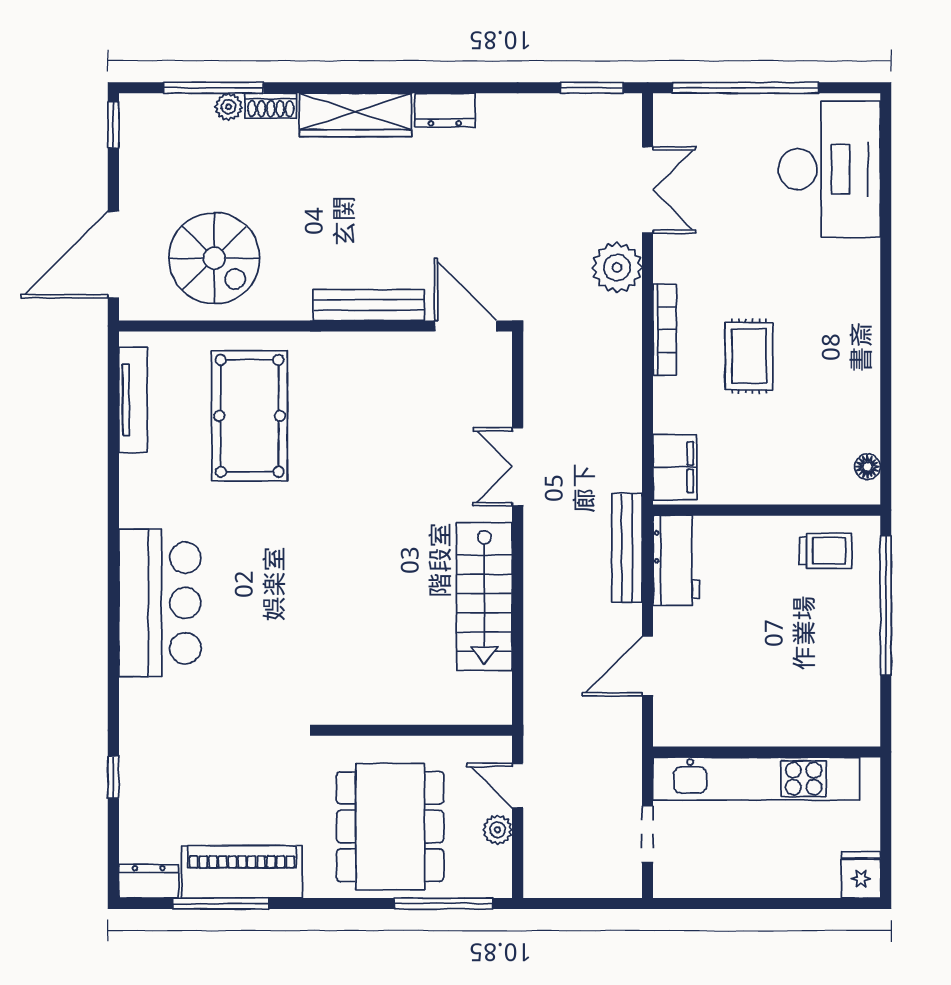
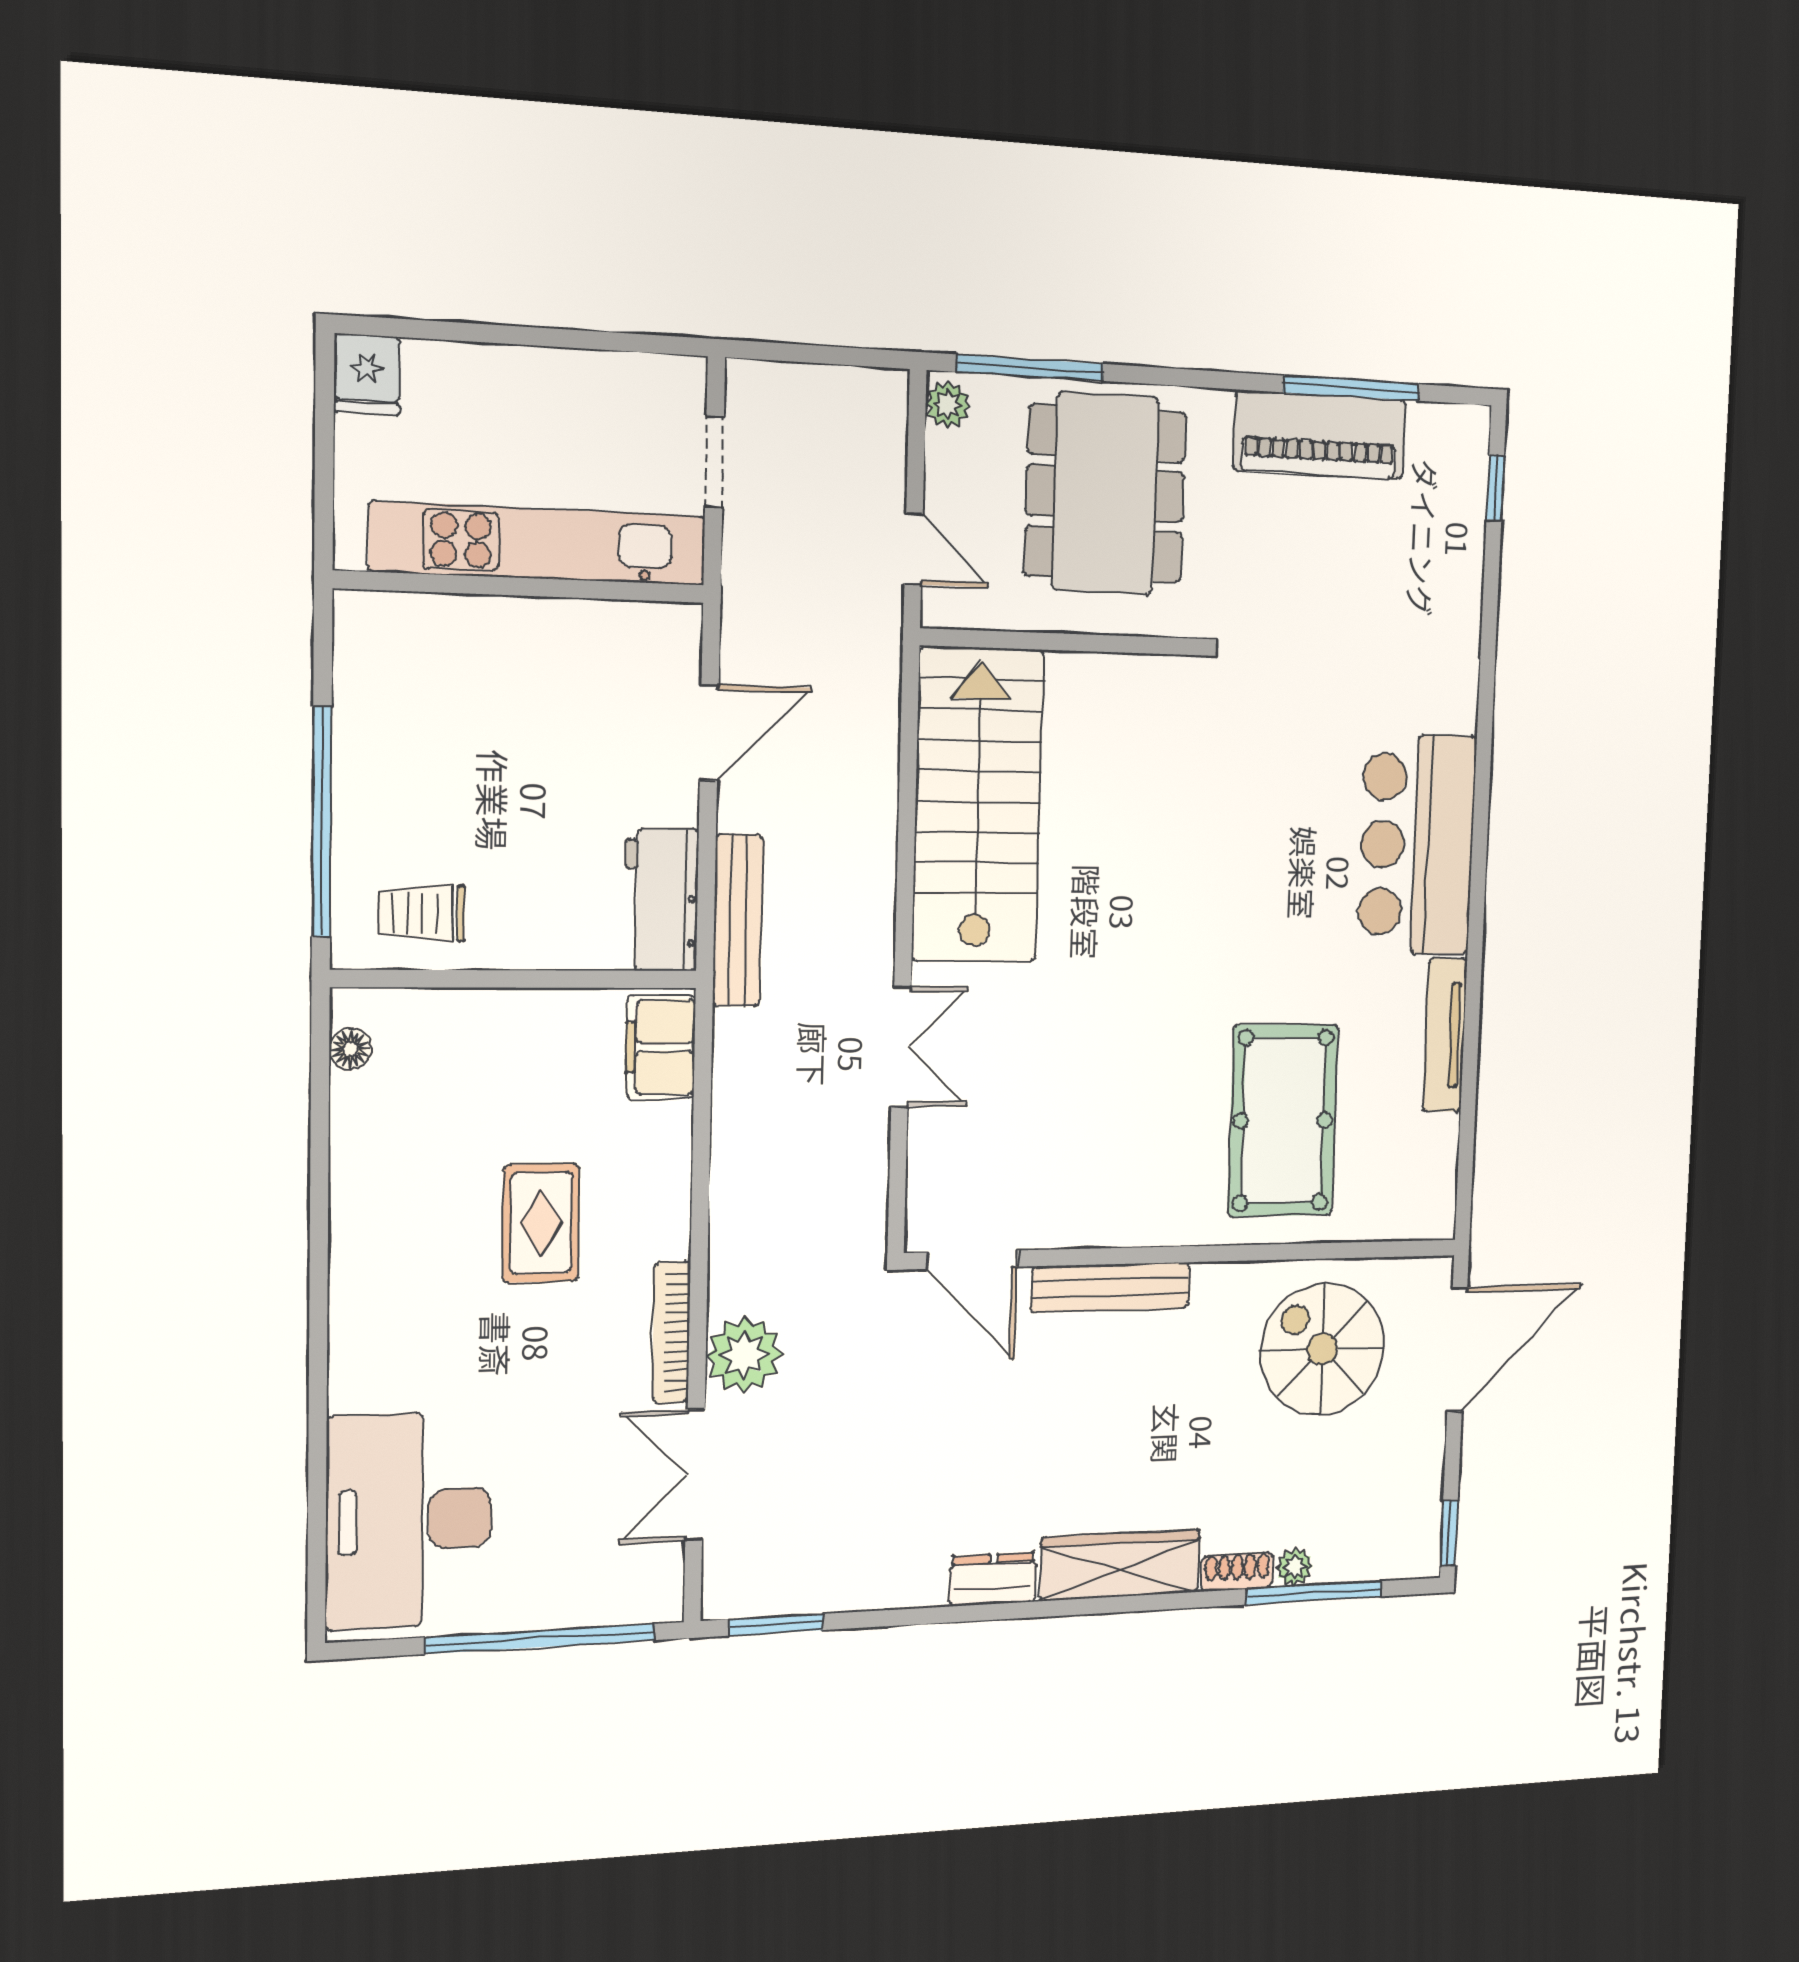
bookcase: (665, 330) -> (671, 1332), moved
tv unit: (133, 400) -> (1445, 1035), moved
stairs: (484, 597) -> (978, 806), width x1.36, depth x1.51
window: (113, 777) -> (1495, 488), moved
plant: (498, 830) -> (948, 405), moved
dresser: (149, 881) -> (1450, 428), removed

